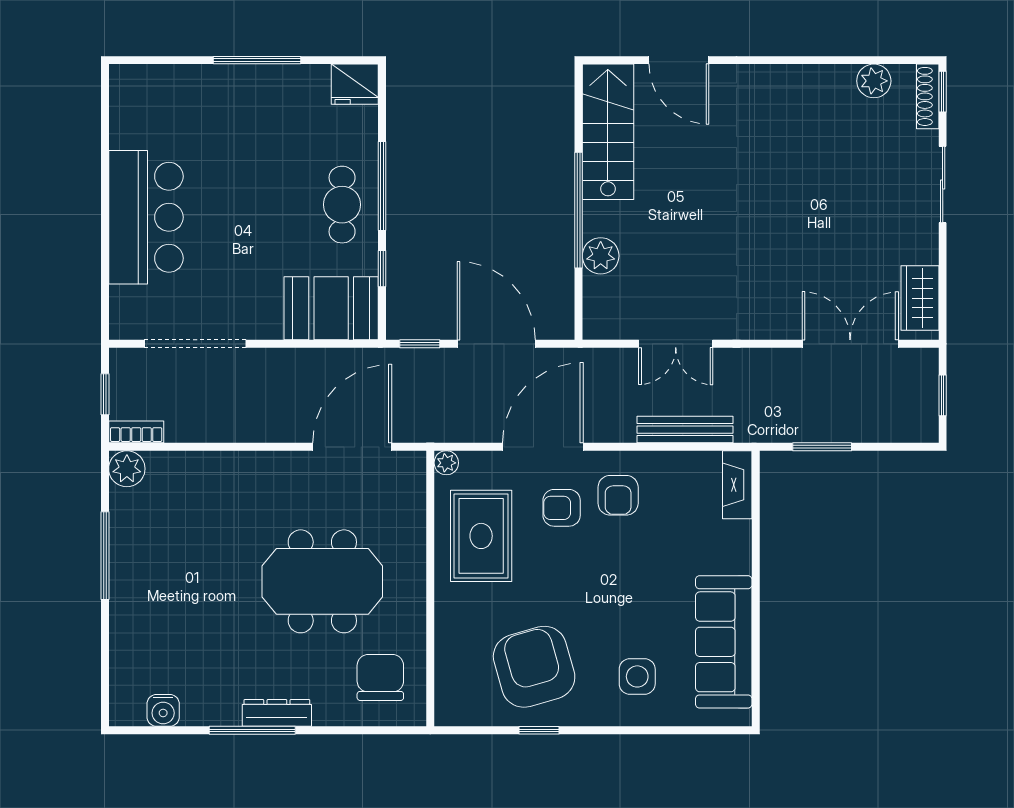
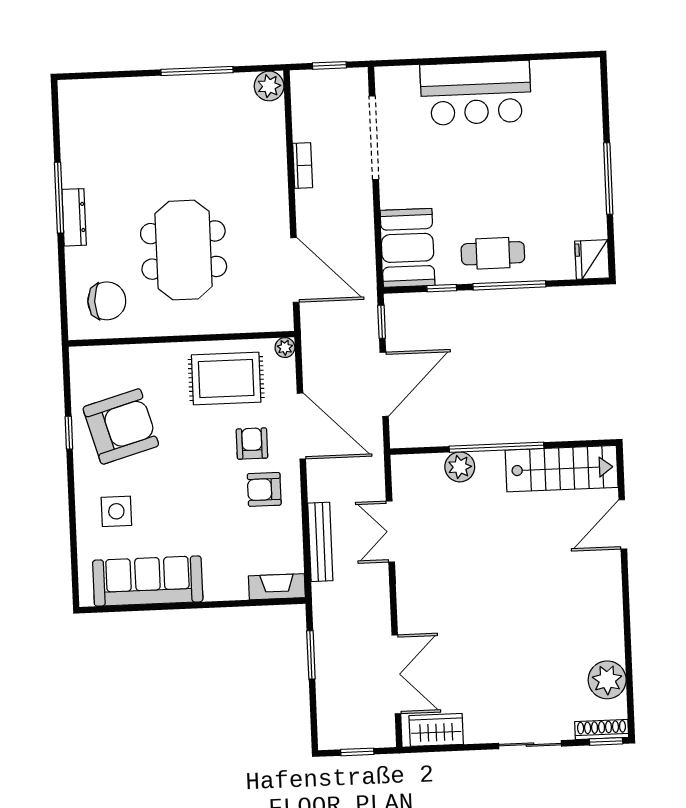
plant: (874, 81) -> (607, 680), width x1.36, depth x1.36
bookcase: (136, 432) -> (303, 166), moved
water cooler: (163, 710) -> (72, 124), removed

